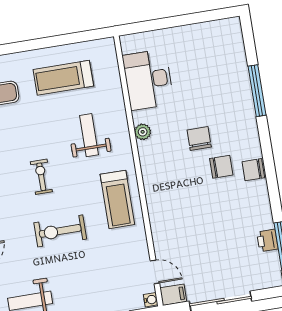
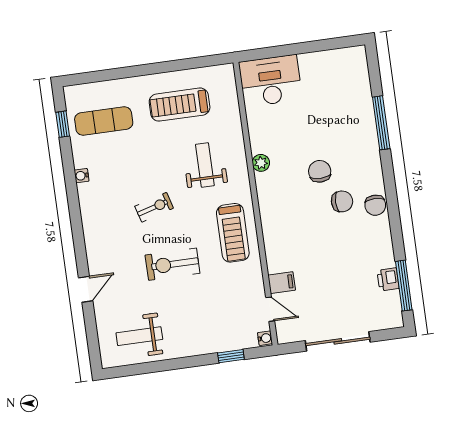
desk: (148, 80) -> (270, 81), moved, turned 90
chair: (253, 170) -> (375, 205), turned -90
exercise bike: (41, 177) -> (154, 207), turned 74
filing cabinet: (173, 295) -> (282, 283), moved

